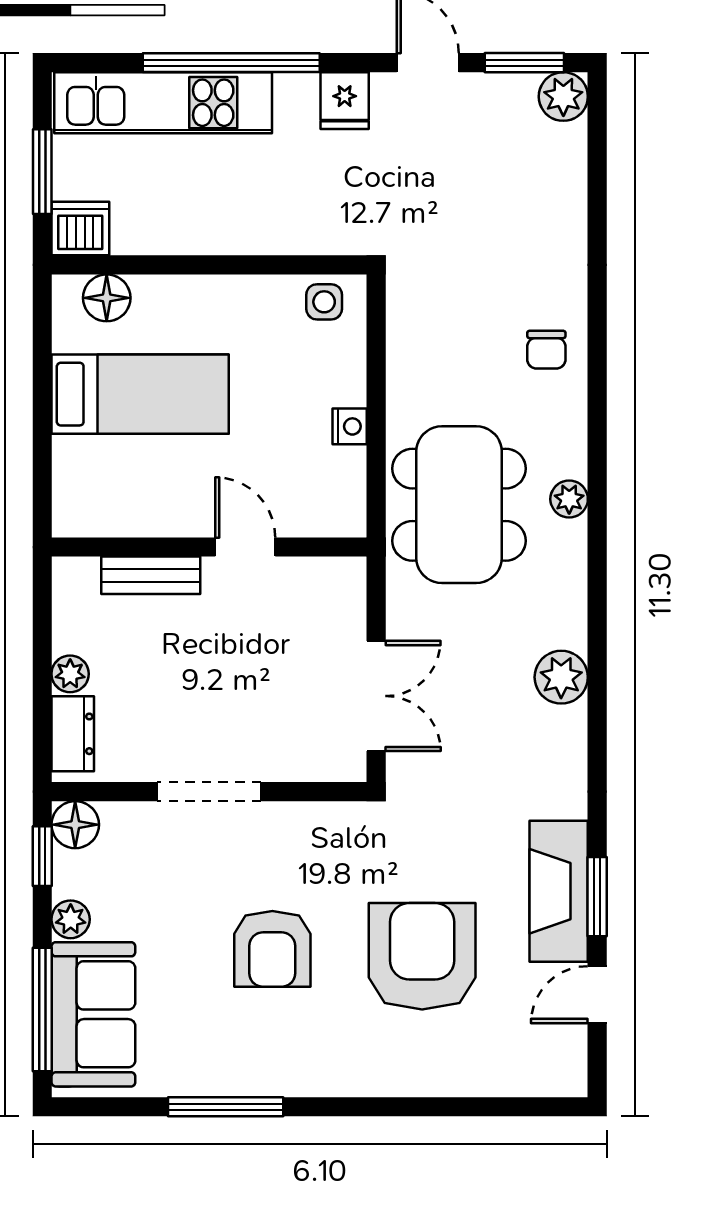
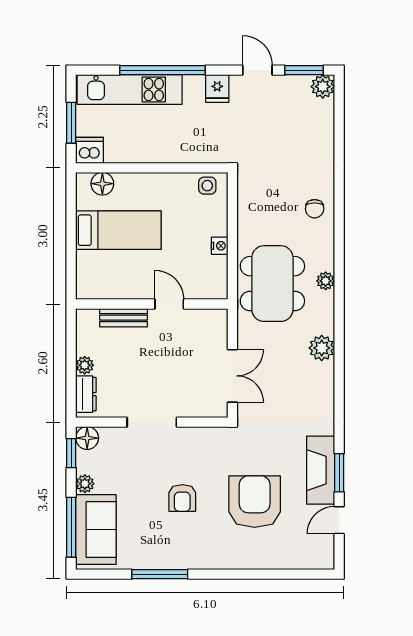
plant: (561, 677) -> (322, 348), moved
armchair: (272, 949) -> (182, 498), width x0.72, depth x0.72

